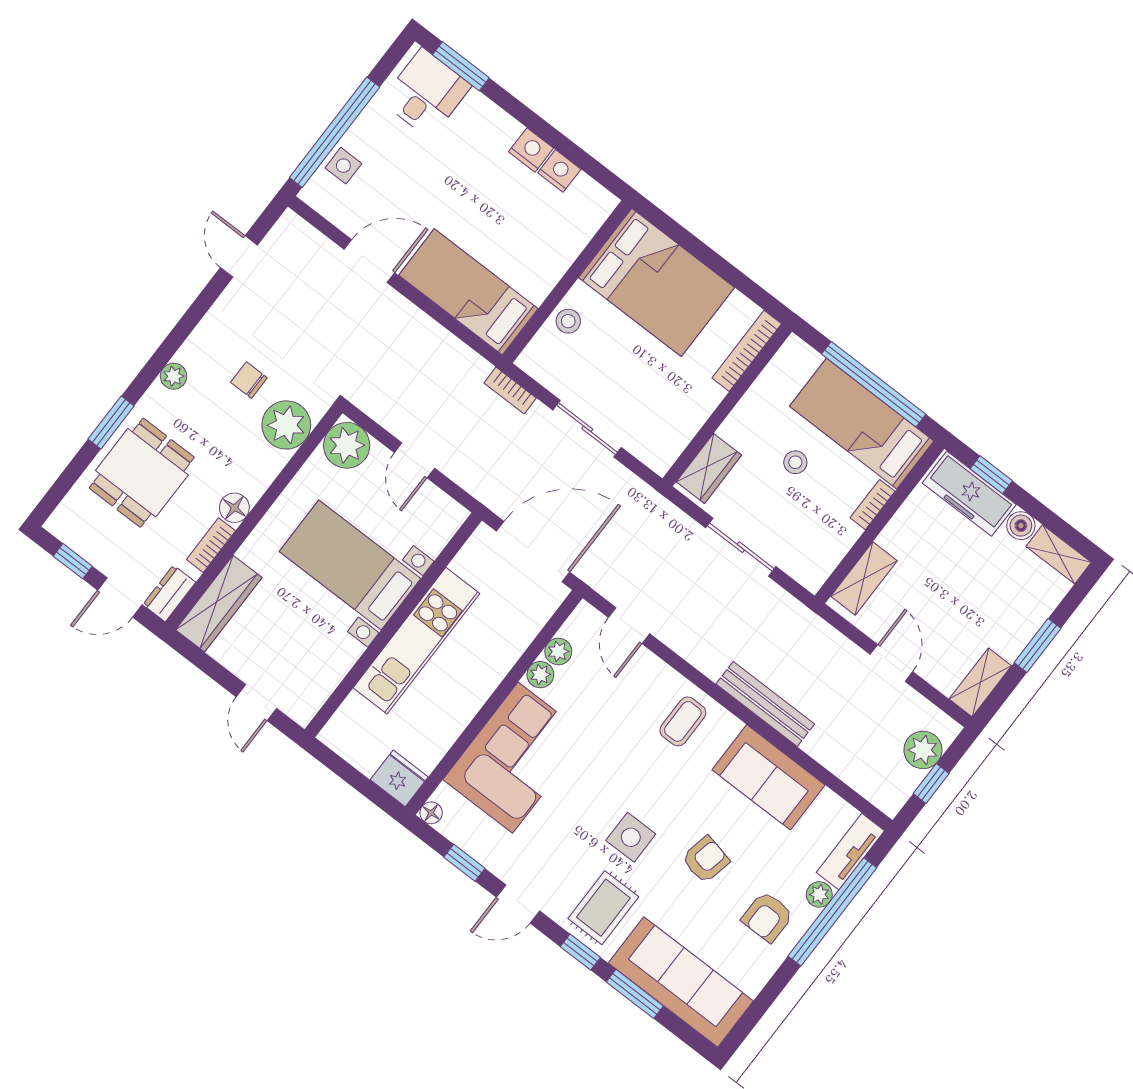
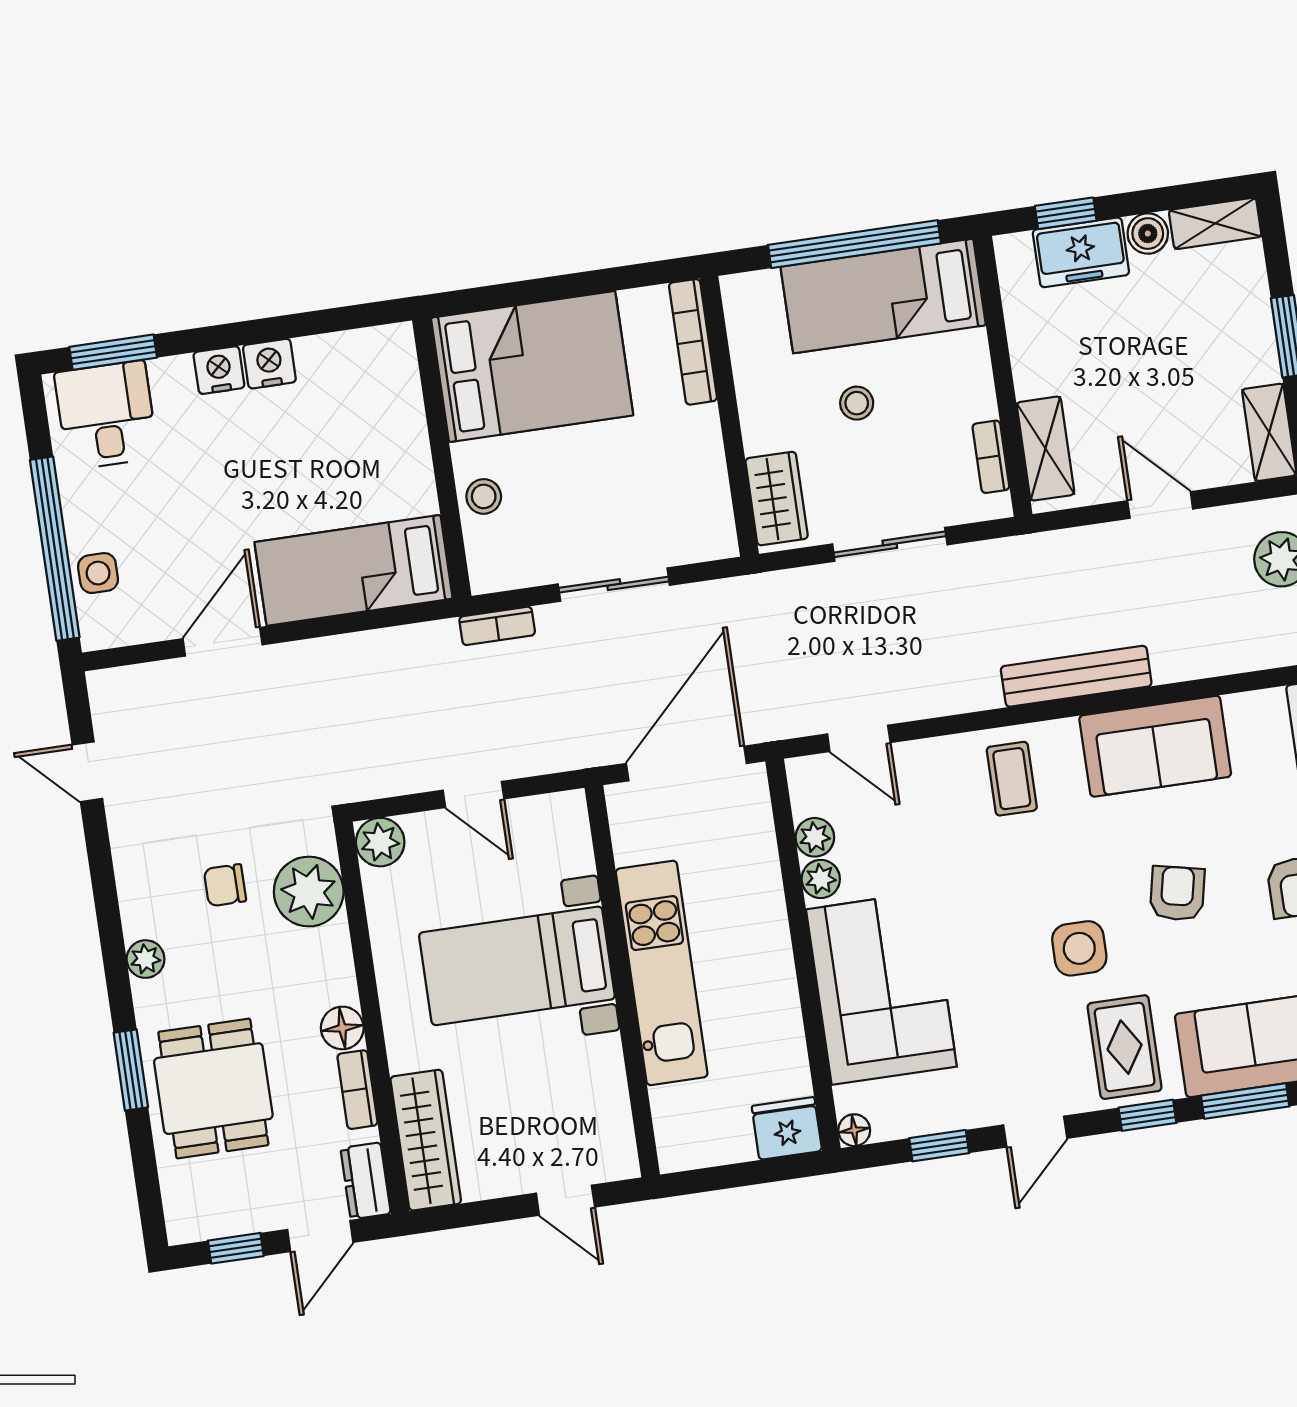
nightstand: (559, 171) -> (219, 370), moved
plant: (347, 445) -> (380, 842), width x0.73, depth x0.73
freezer: (969, 494) -> (1081, 252), width x0.71
bookcase: (873, 505) -> (991, 457), moved

